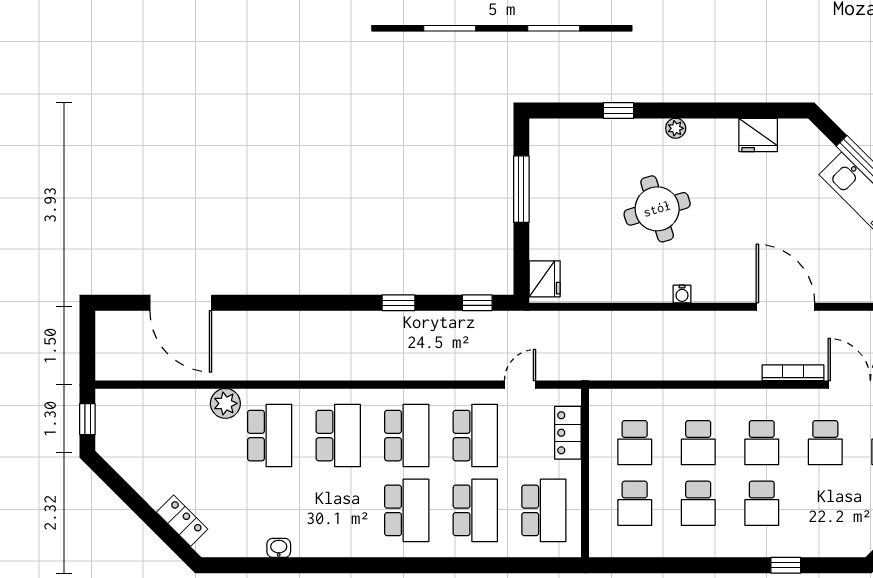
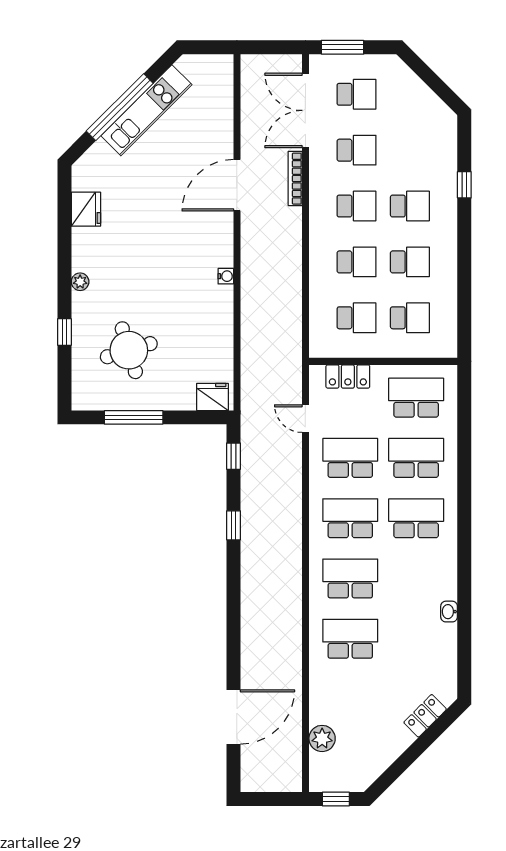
round table: (657, 209) -> (129, 350), moved
plant: (225, 403) -> (322, 738), moved
washbasin: (279, 548) -> (449, 612), moved

